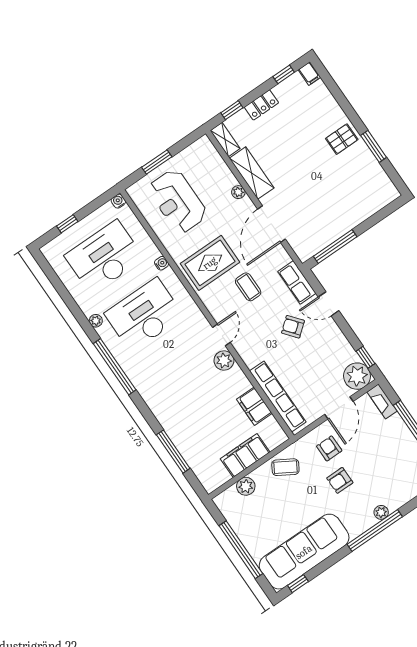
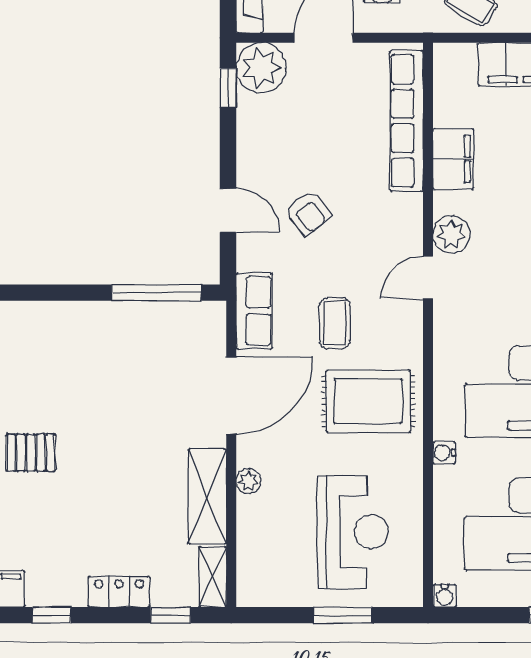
row of seats: (297, 282) -> (254, 311), moved
filing cabinet: (254, 406) -> (453, 159), moved

